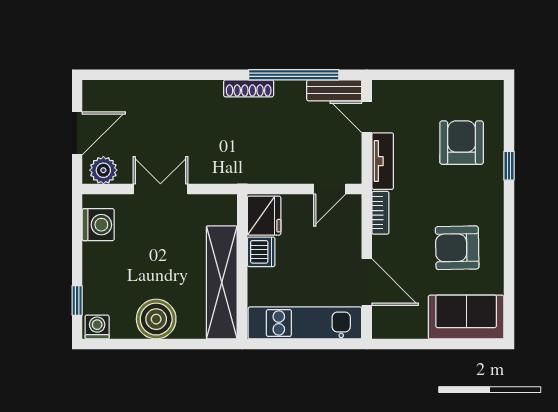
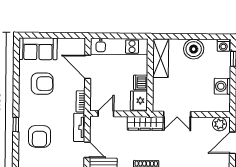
wardrobe: (251, 170) -> (145, 123), added
double door: (160, 189) -> (177, 114), moved
washing machine: (98, 225) -> (222, 86), moved
shelving: (222, 282) -> (161, 58), width x0.68

